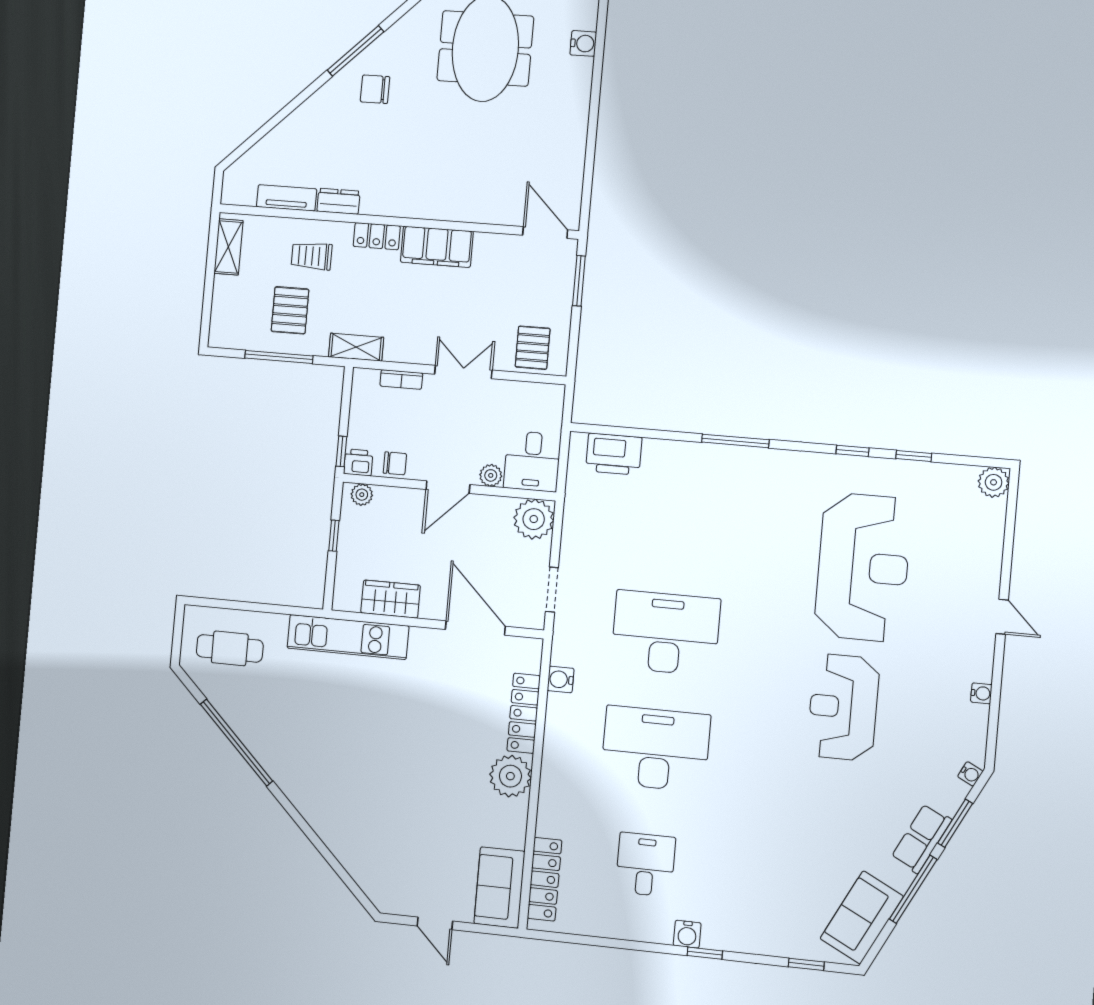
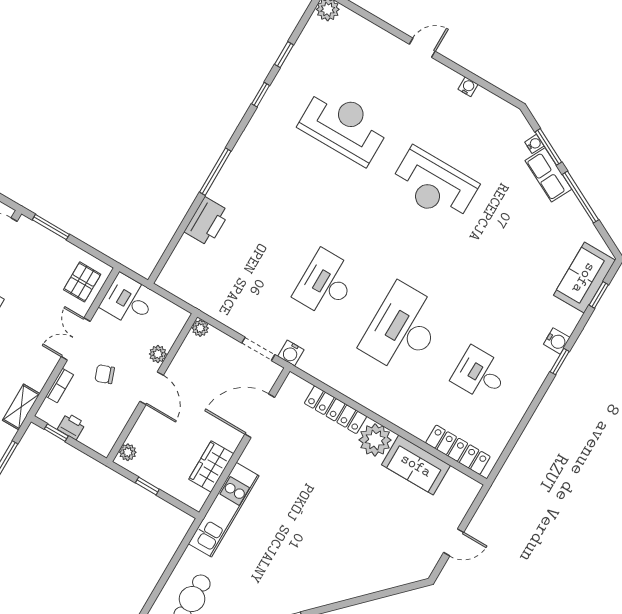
pallet: (533, 348) -> (82, 282), turned 90
window: (341, 451) -> (56, 433), moved
printer: (614, 454) -> (207, 221), moved
desk: (532, 461) -> (128, 300), moved, turned 180
printer: (358, 462) -> (72, 426), moved, turned 90
chair: (395, 463) -> (105, 374), moved, turned -110
plant: (534, 519) -> (200, 328), width x0.53, depth x0.53
reception desk: (863, 567) -> (344, 126), width x0.74, depth x0.77
desk: (666, 633) -> (326, 284), width x0.73, depth x0.77
water cooler: (561, 679) -> (291, 353), moved
water cooler: (970, 774) -> (534, 144), moved
sofa: (499, 887) -> (416, 465), moved
sofa: (862, 917) -> (584, 278), moved, turned 63
water cooler: (687, 934) -> (557, 341), moved

